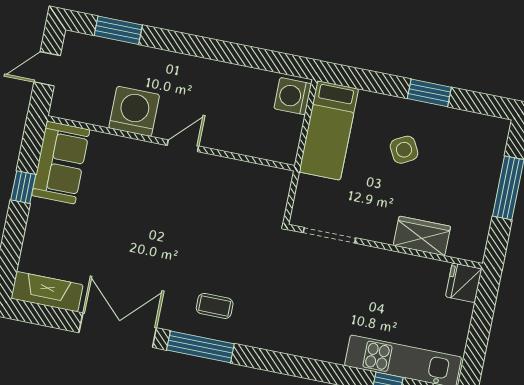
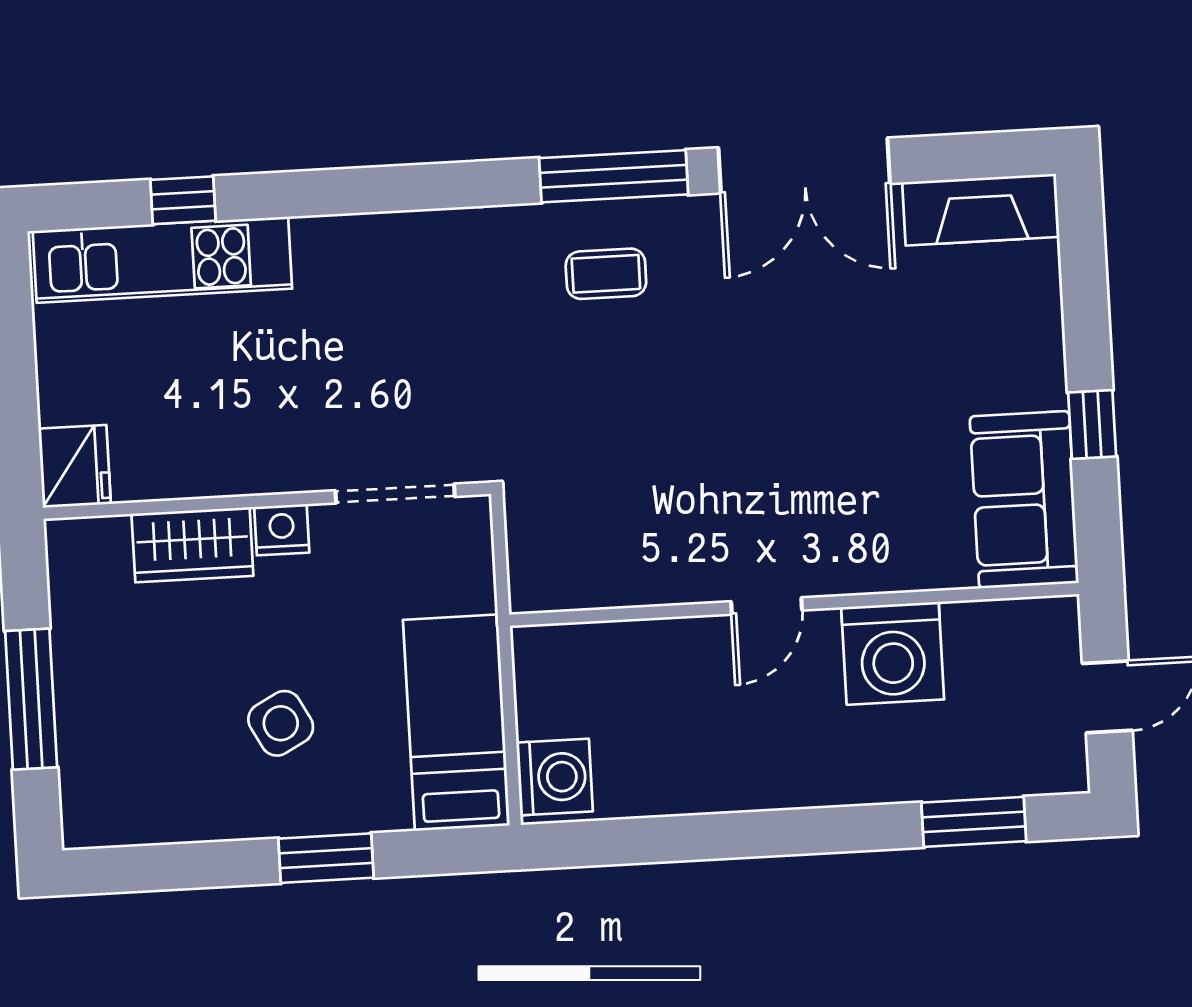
window: (429, 93) -> (326, 858), moved
nightstand: (382, 232) -> (282, 530), added

